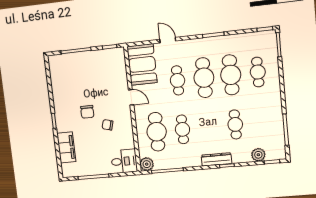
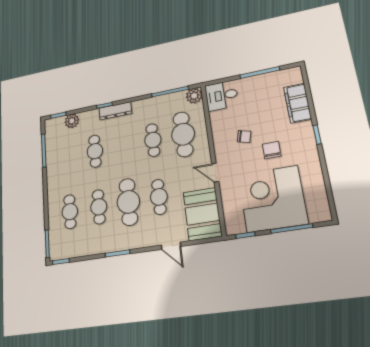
corner desk: (88, 74) -> (272, 199), added
cafe table: (231, 75) -> (99, 207), width x0.73, depth x0.74

